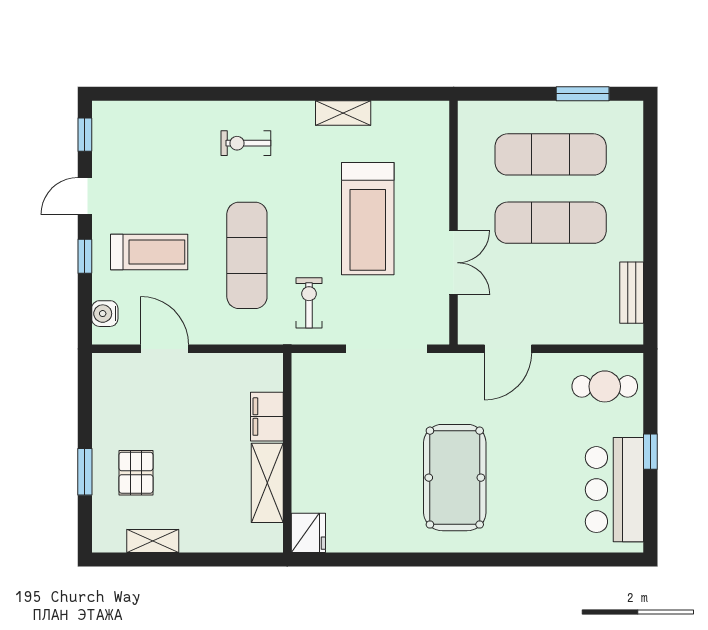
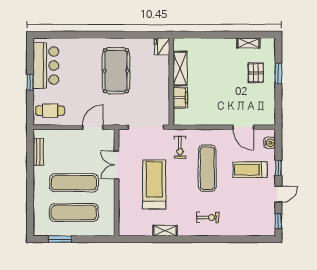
filing cabinet: (267, 417) -> (180, 98), moved
wall: (287, 453) -> (171, 82), moved
shelving: (267, 483) -> (180, 68), moved
fridge: (308, 533) -> (162, 46), moved

